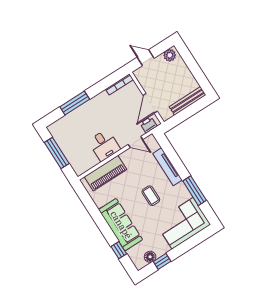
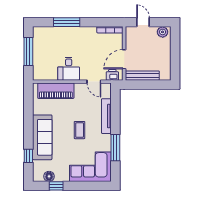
bench: (188, 101) -> (142, 76), moved

